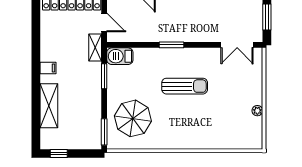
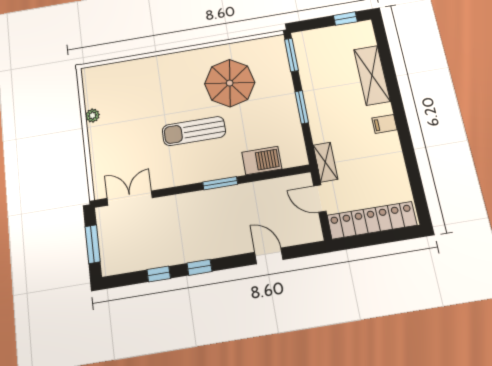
barbecue: (120, 56) -> (262, 160), moved
window: (104, 76) -> (302, 107), moved
parasol: (133, 118) -> (230, 83), moved

